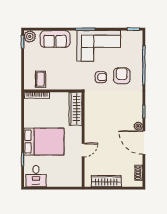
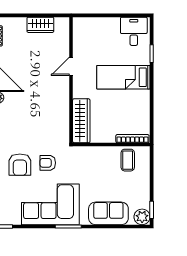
bed: (44, 142) -> (123, 77), width x0.67
wardrobe: (106, 181) -> (40, 25), width x0.67

